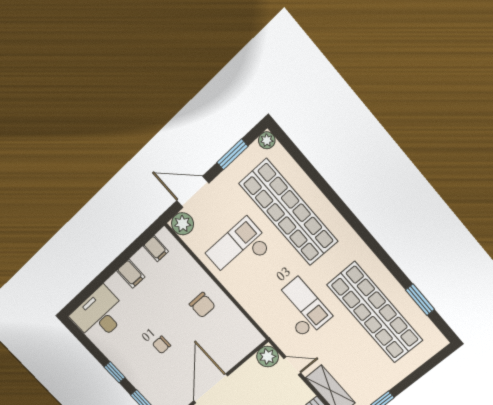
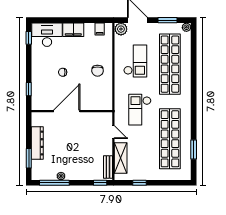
checkout: (239, 250) -> (135, 61), turned 90
filing cabinet: (131, 274) -> (73, 30), width x2.00
checkout: (301, 308) -> (140, 110), turned 180
plant: (268, 357) -> (106, 119), removed
window: (115, 372) -> (29, 38), moved

